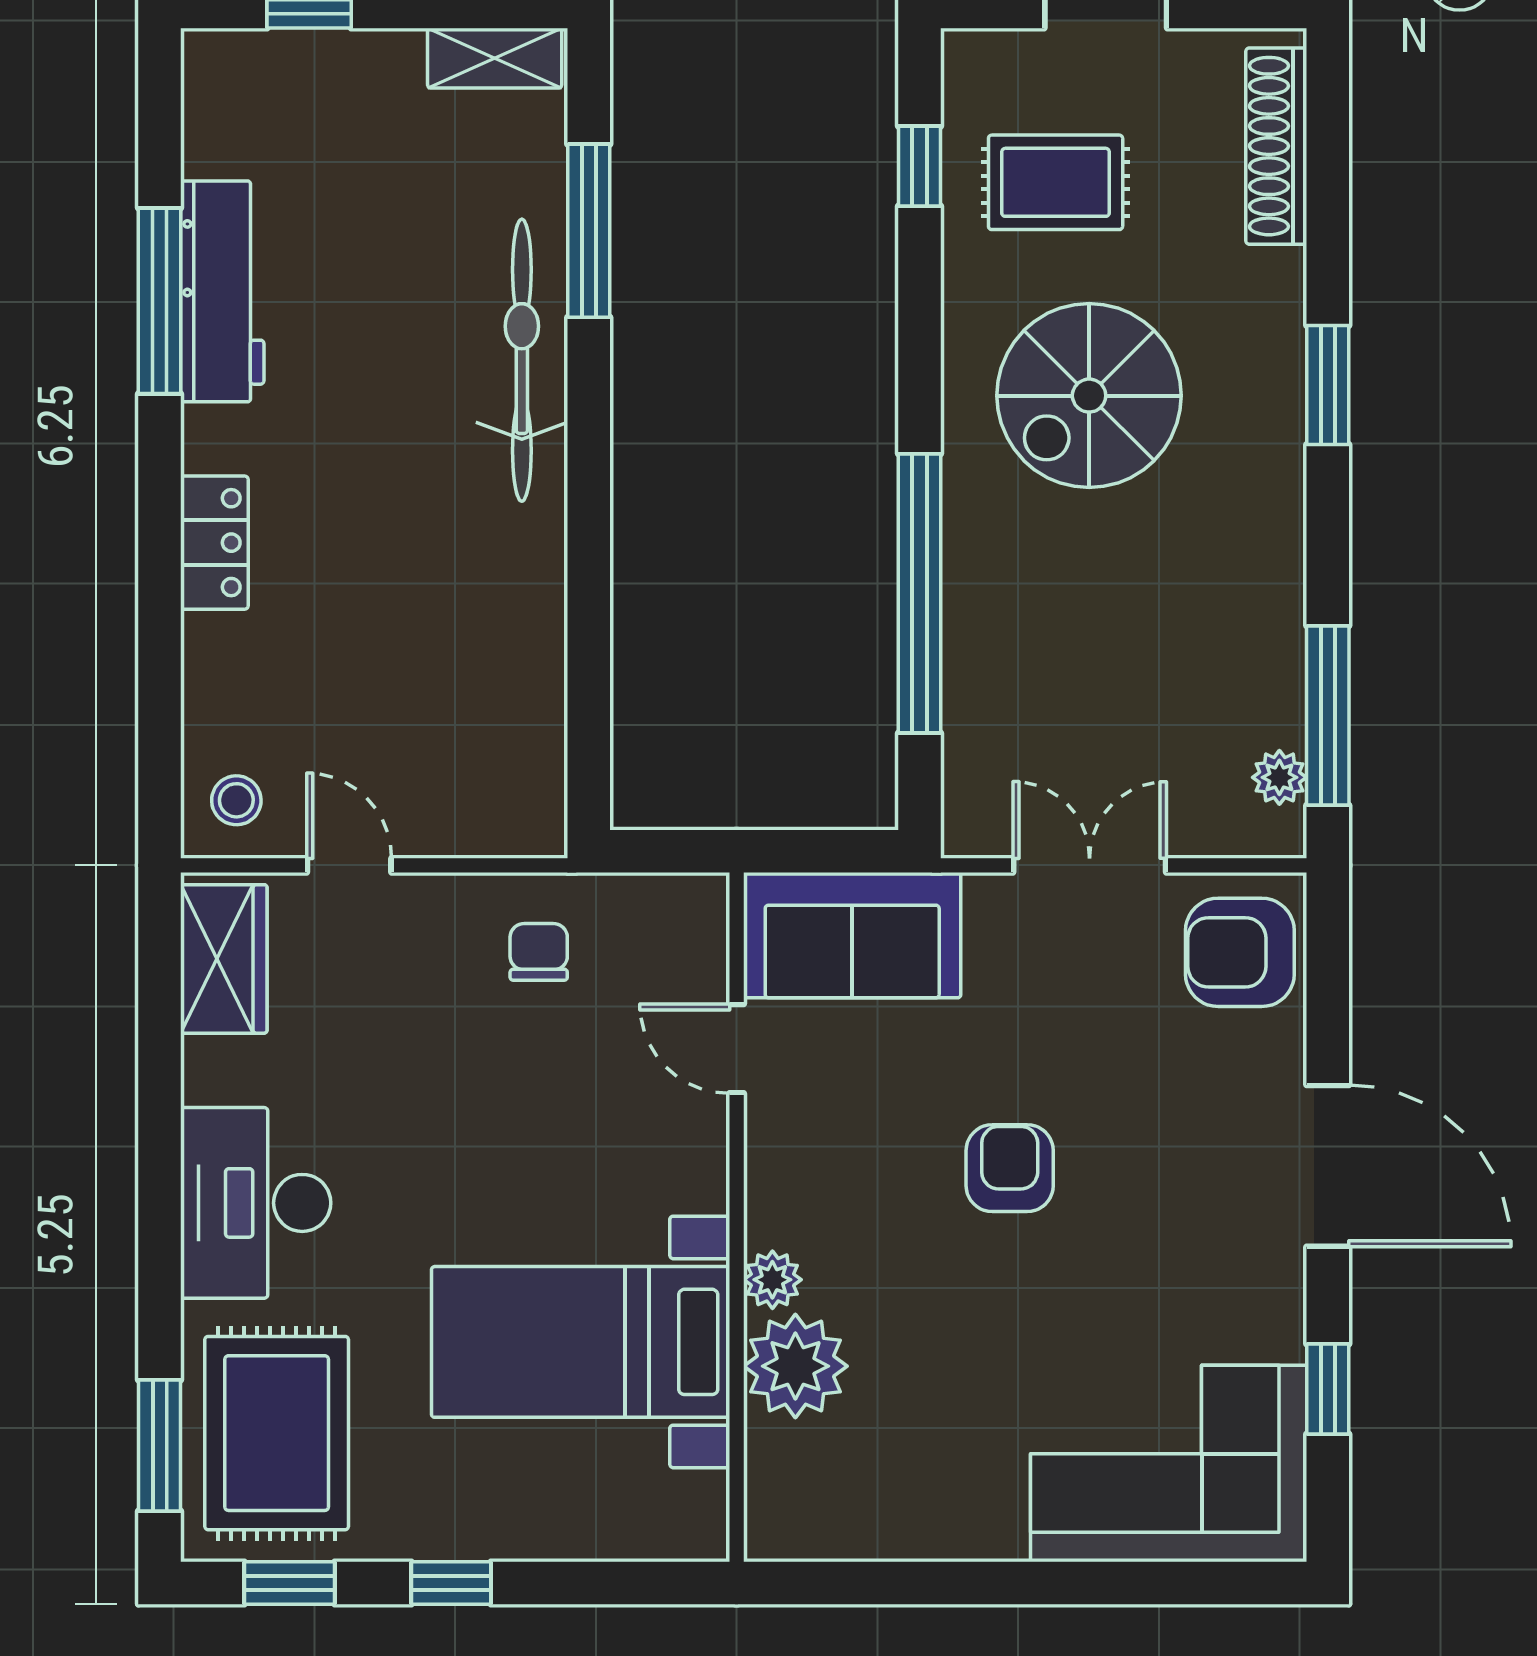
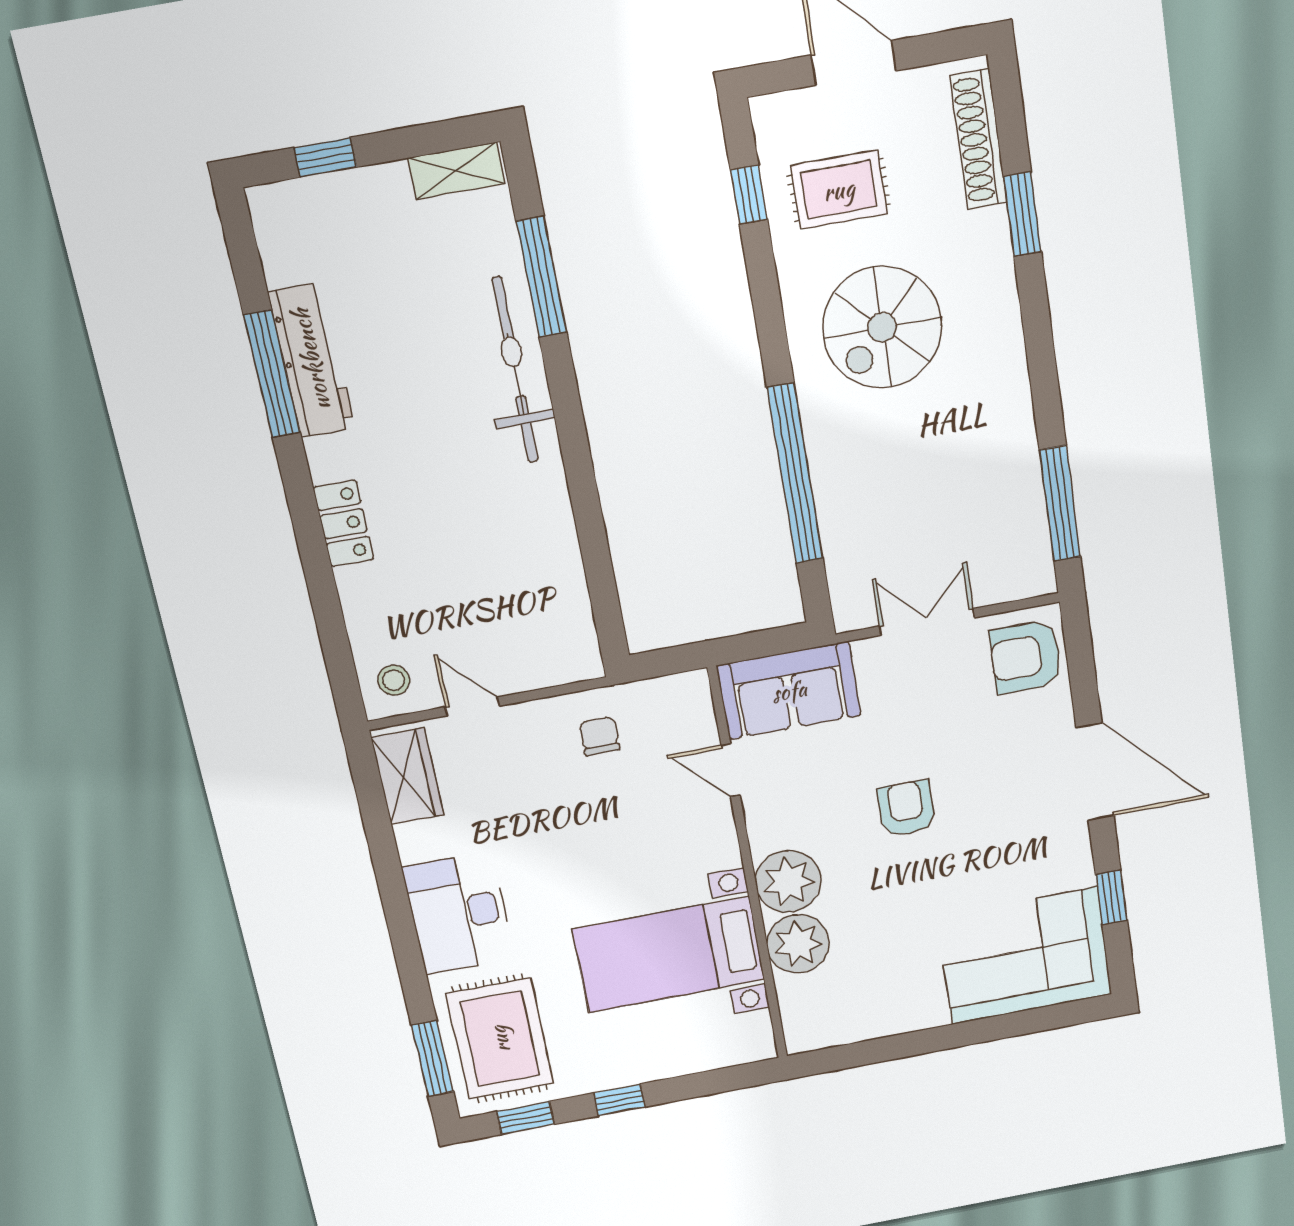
window: (1328, 385) -> (1022, 214), moved
plant: (1279, 777) -> (1035, 547), removed
plant: (772, 1280) -> (788, 881), width x1.88, depth x1.88

